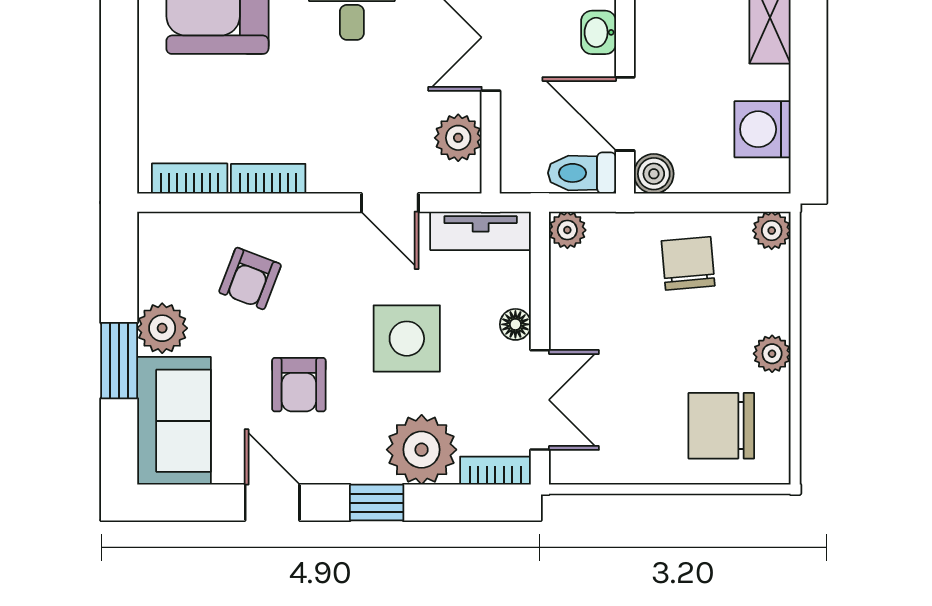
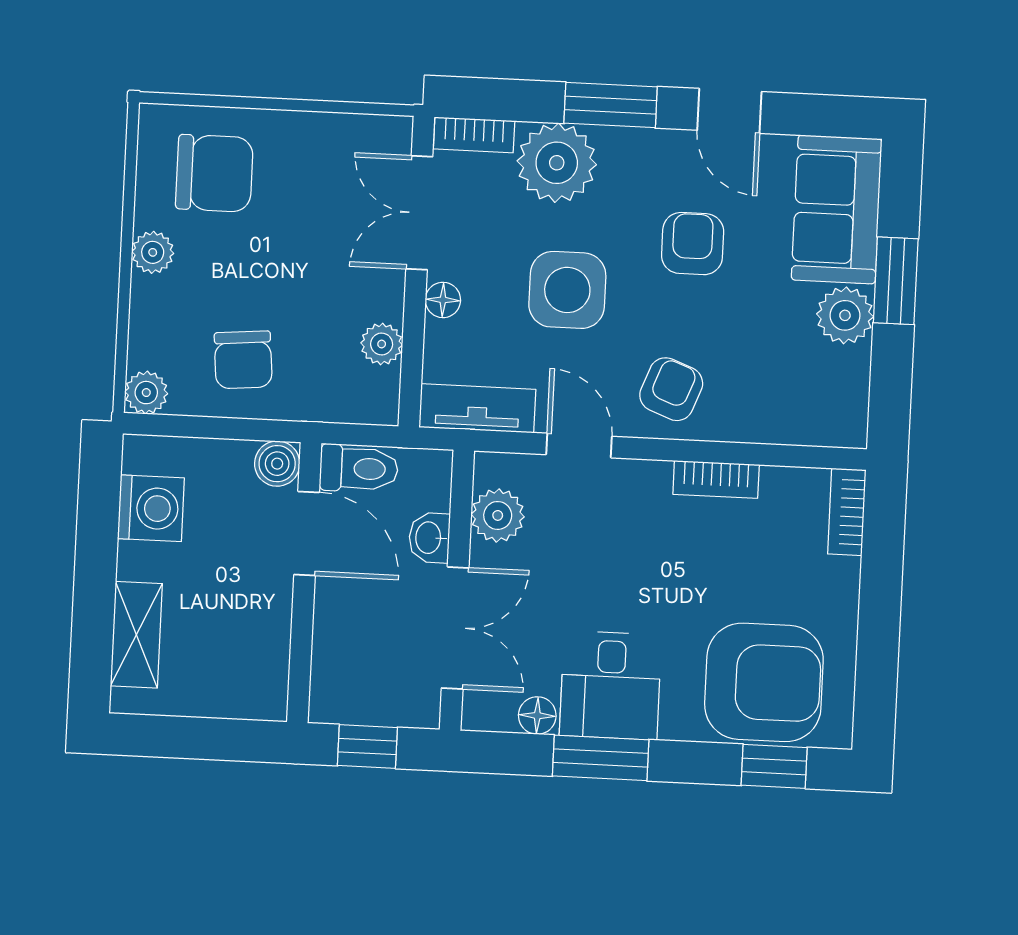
washbasin: (599, 32) -> (429, 538), moved, turned 180
bookcase: (190, 179) -> (847, 512), moved, turned 90
plant: (567, 230) -> (382, 344), moved
armchair: (250, 278) -> (671, 389), moved
window: (377, 503) -> (611, 105), width x1.50

